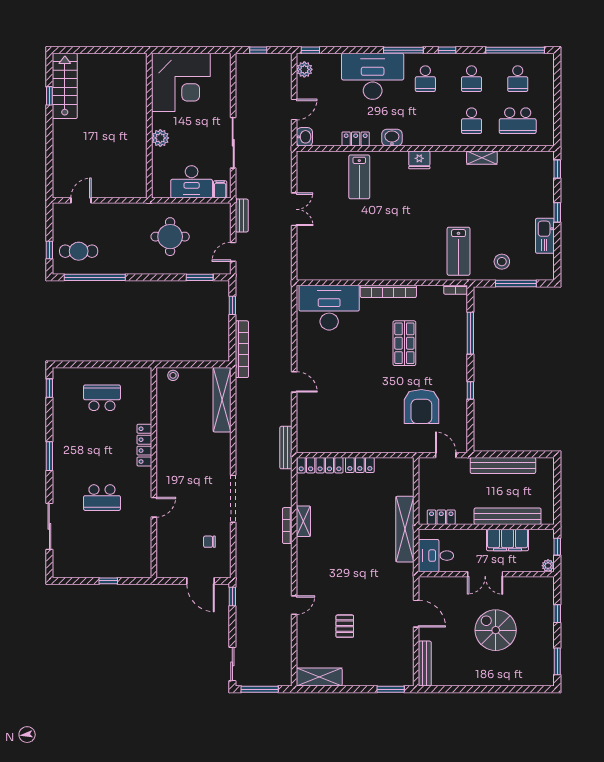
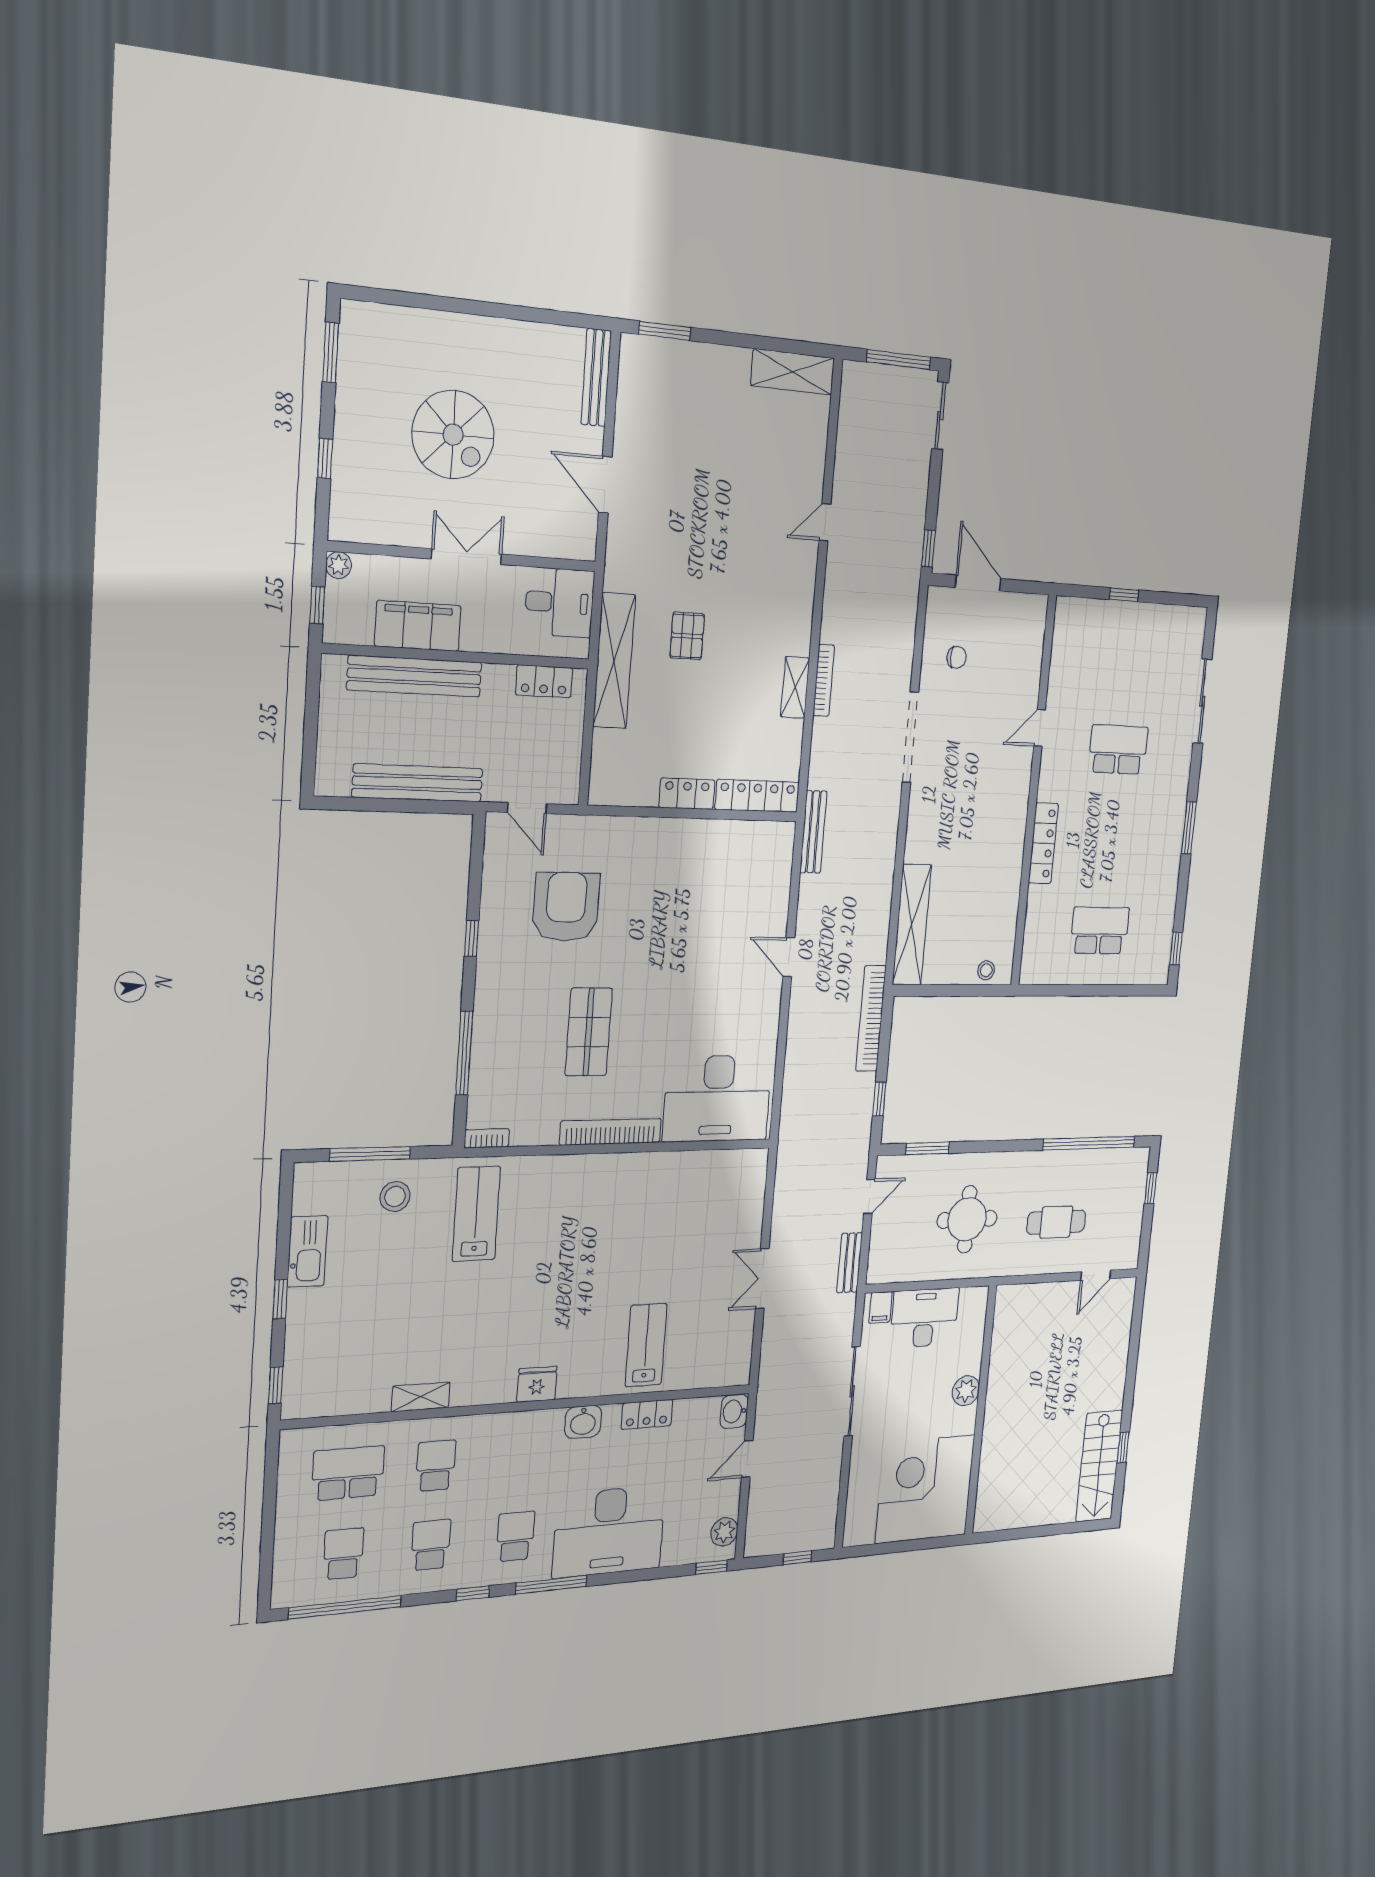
cafe table: (79, 251) -> (1056, 1222), moved
school desk: (102, 398) -> (1100, 931), turned 180
pallet: (345, 626) -> (687, 636), moved

